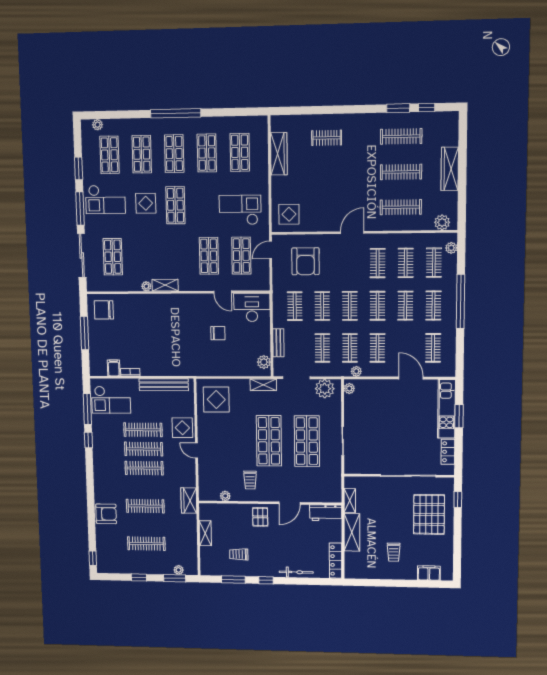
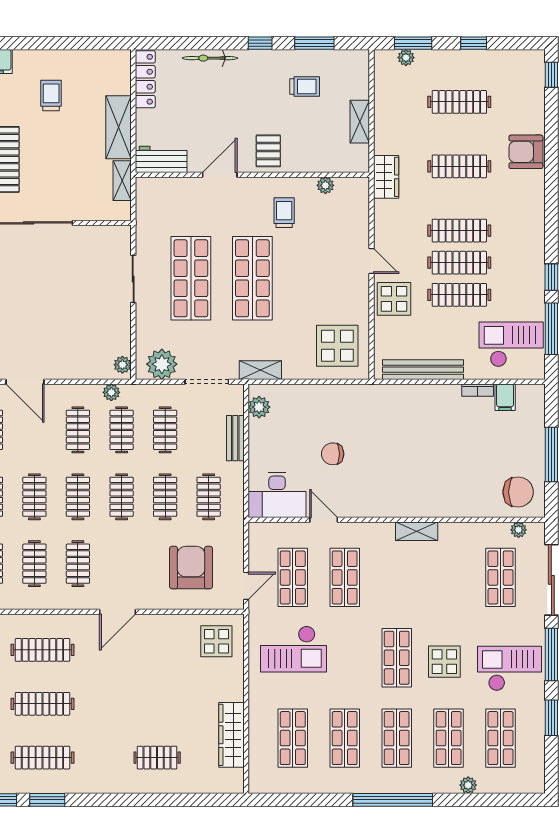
plant: (98, 125) -> (468, 785), moved
plant: (146, 286) -> (519, 530), moved

